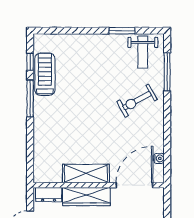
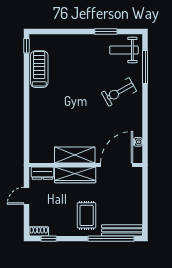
weight bench: (143, 52) -> (124, 50), turned 90
window: (30, 62) -> (26, 46), moved
window: (30, 99) -> (26, 90), removed

